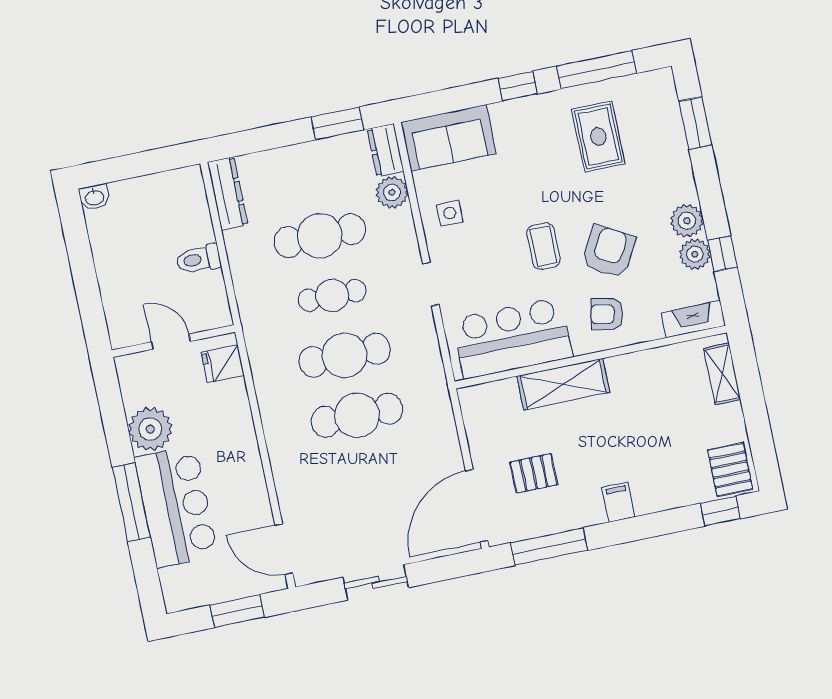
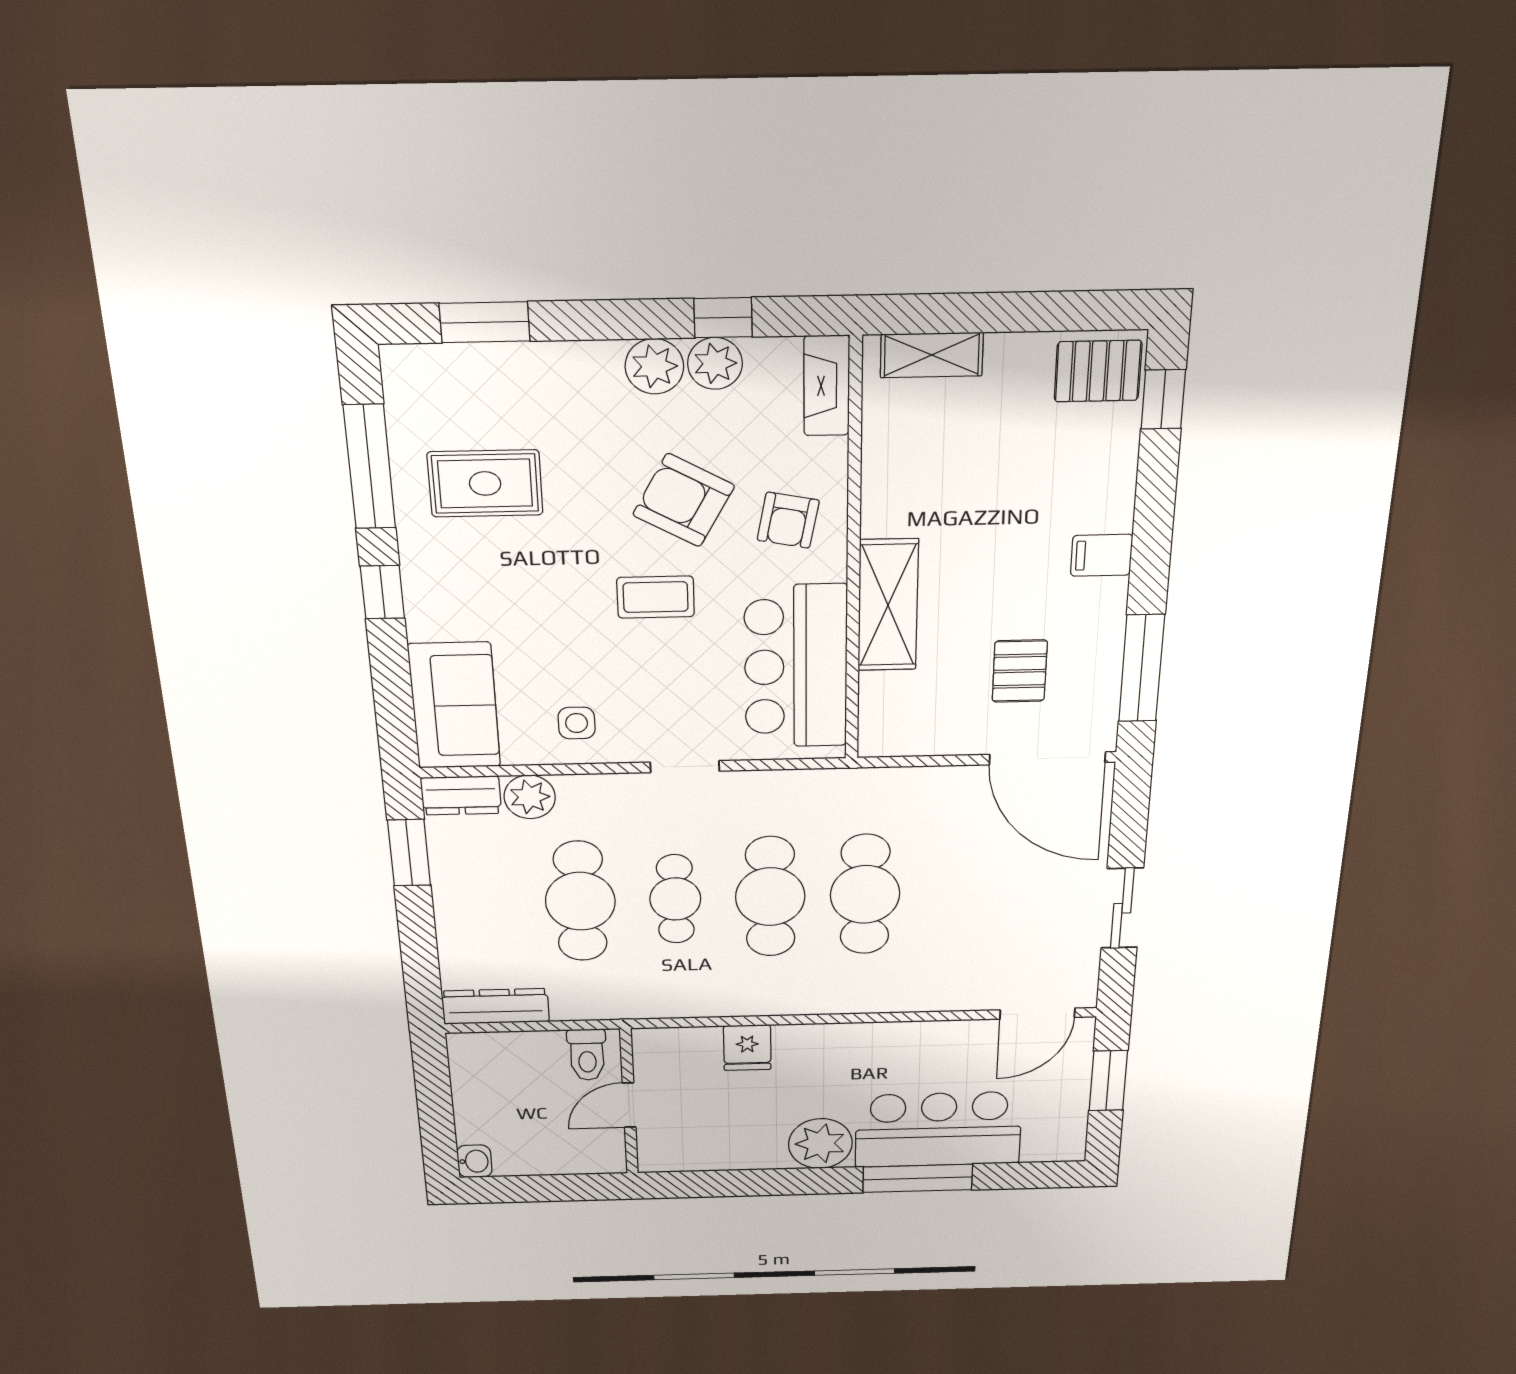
wall: (173, 341) -> (629, 1102), moved
door: (171, 342) -> (629, 1105), moved

